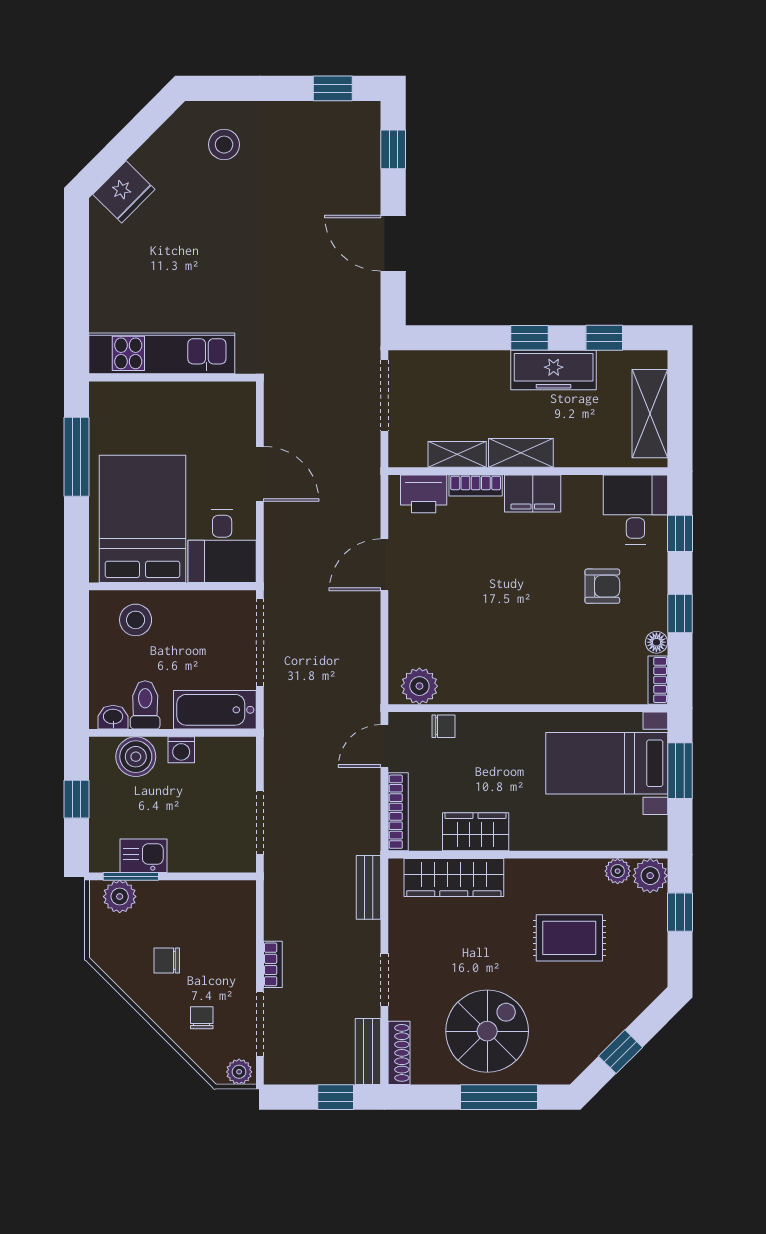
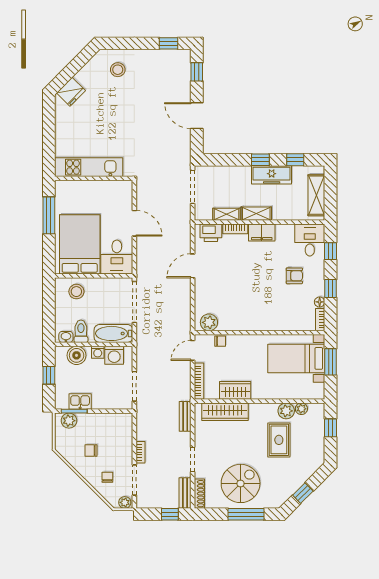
washing machine: (216, 756) -> (114, 355), added
plant: (650, 876) -> (286, 411), moved
rug: (569, 938) -> (279, 440), turned 90

